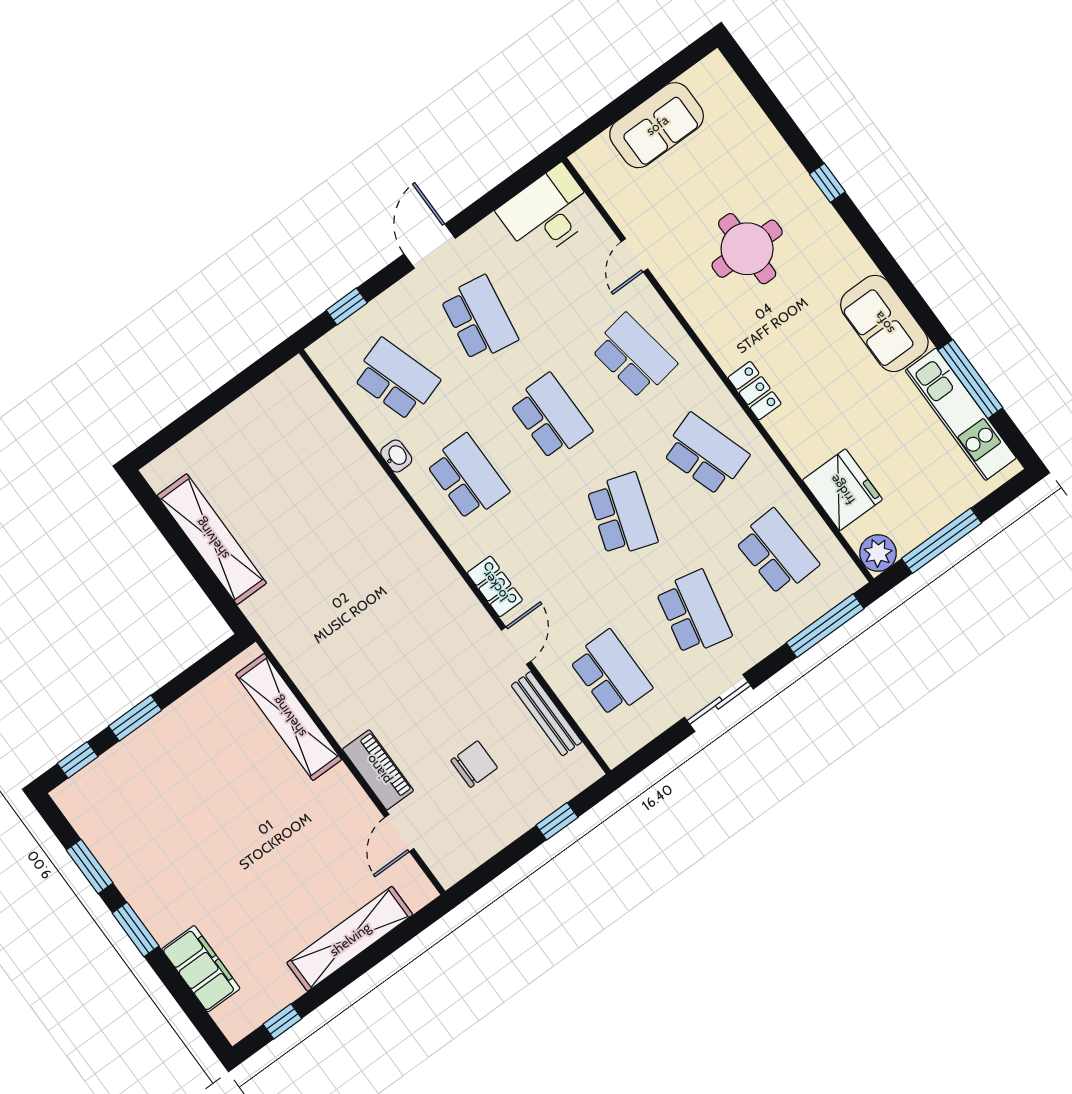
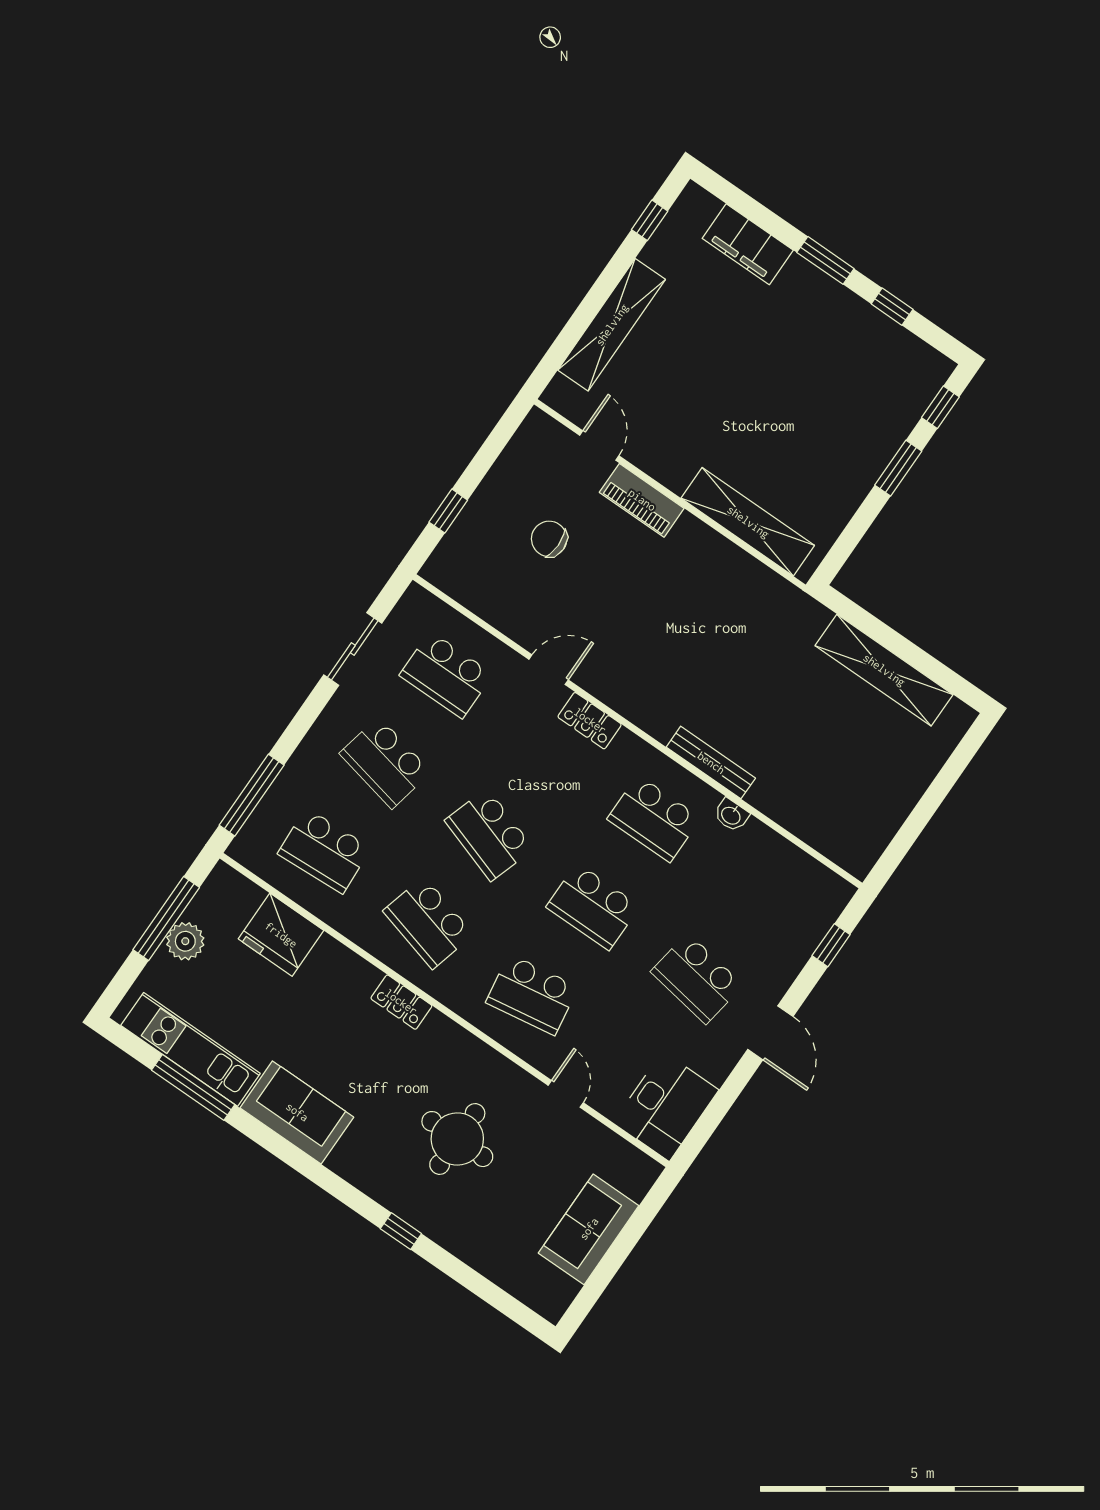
school desk: (396, 379) -> (758, 890), removed
school desk: (705, 454) -> (428, 923), turned 33
plant: (878, 553) -> (185, 941), moved
door: (516, 646) -> (549, 670), swing flipped
sliding door: (719, 703) -> (353, 649), moved
bench: (547, 714) -> (711, 763), moved
chair: (474, 764) -> (549, 539), turned 90
window: (90, 867) -> (892, 307), width x0.67

